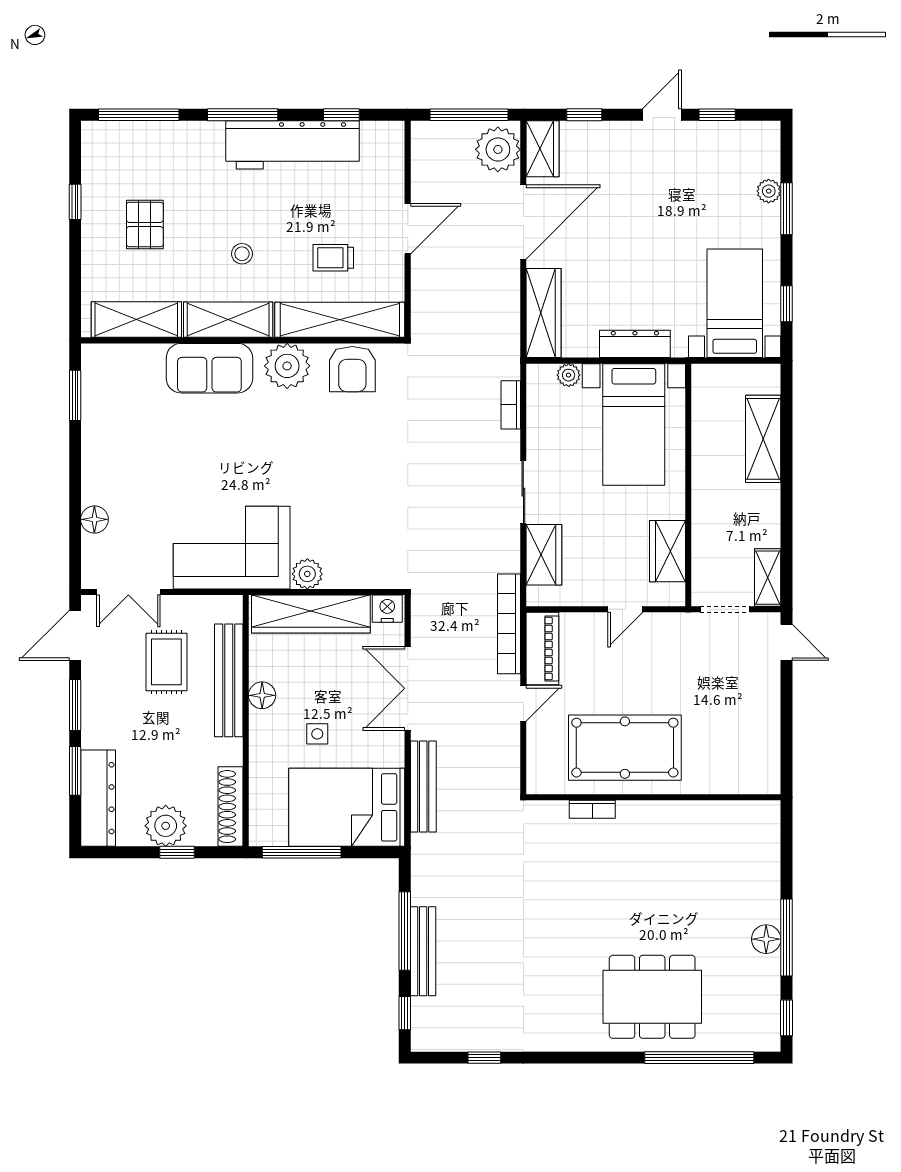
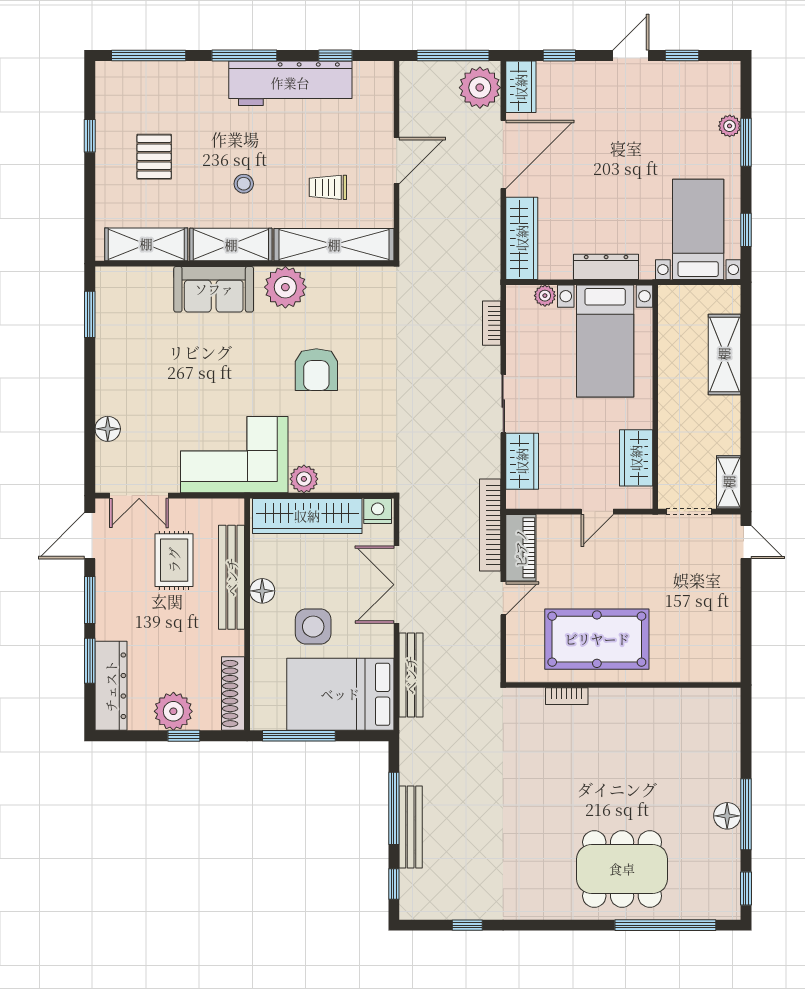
armchair: (352, 369) -> (316, 370), moved
side table: (317, 734) -> (313, 627), width x1.87, depth x1.87

